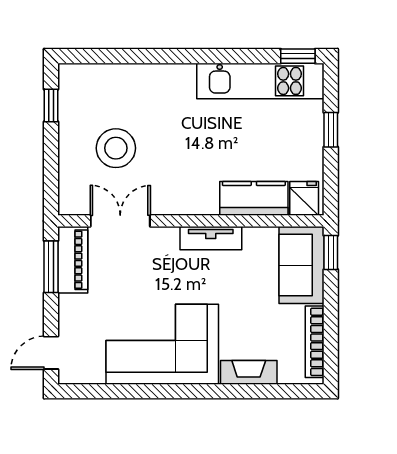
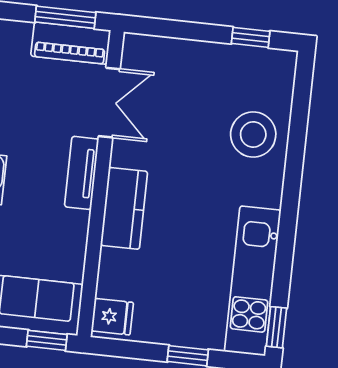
stool: (116, 148) -> (253, 135), moved
kitchen counter: (254, 198) -> (124, 208), moved
tv unit: (211, 238) -> (82, 173), moved

